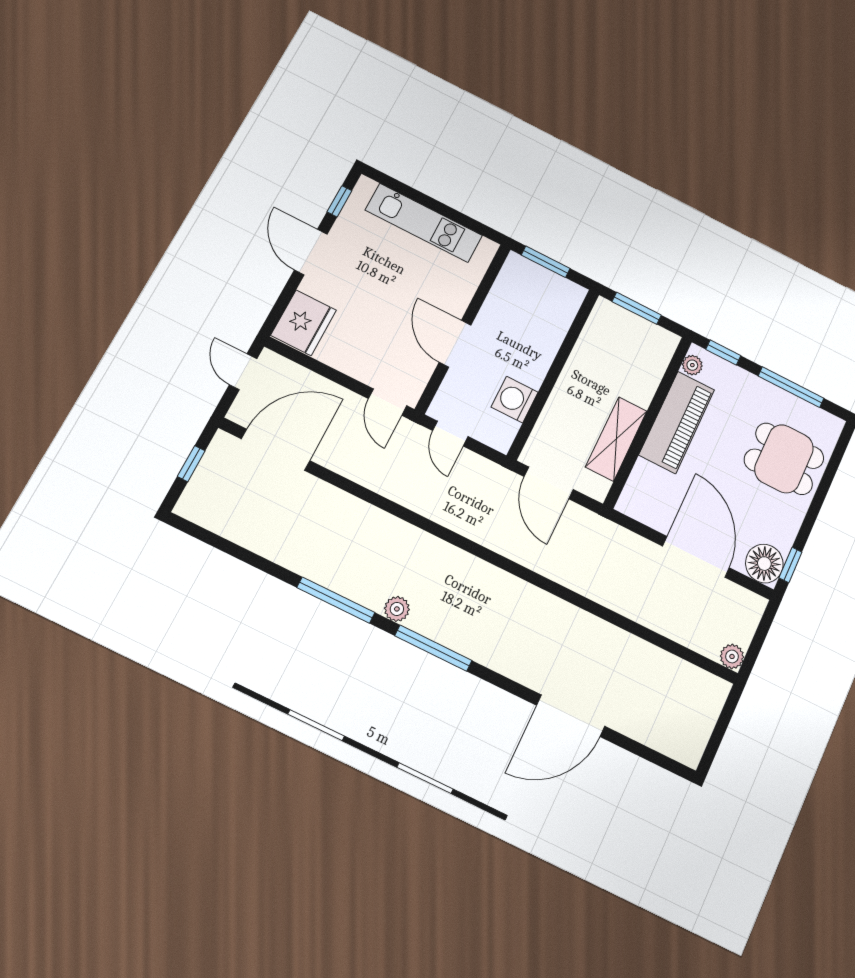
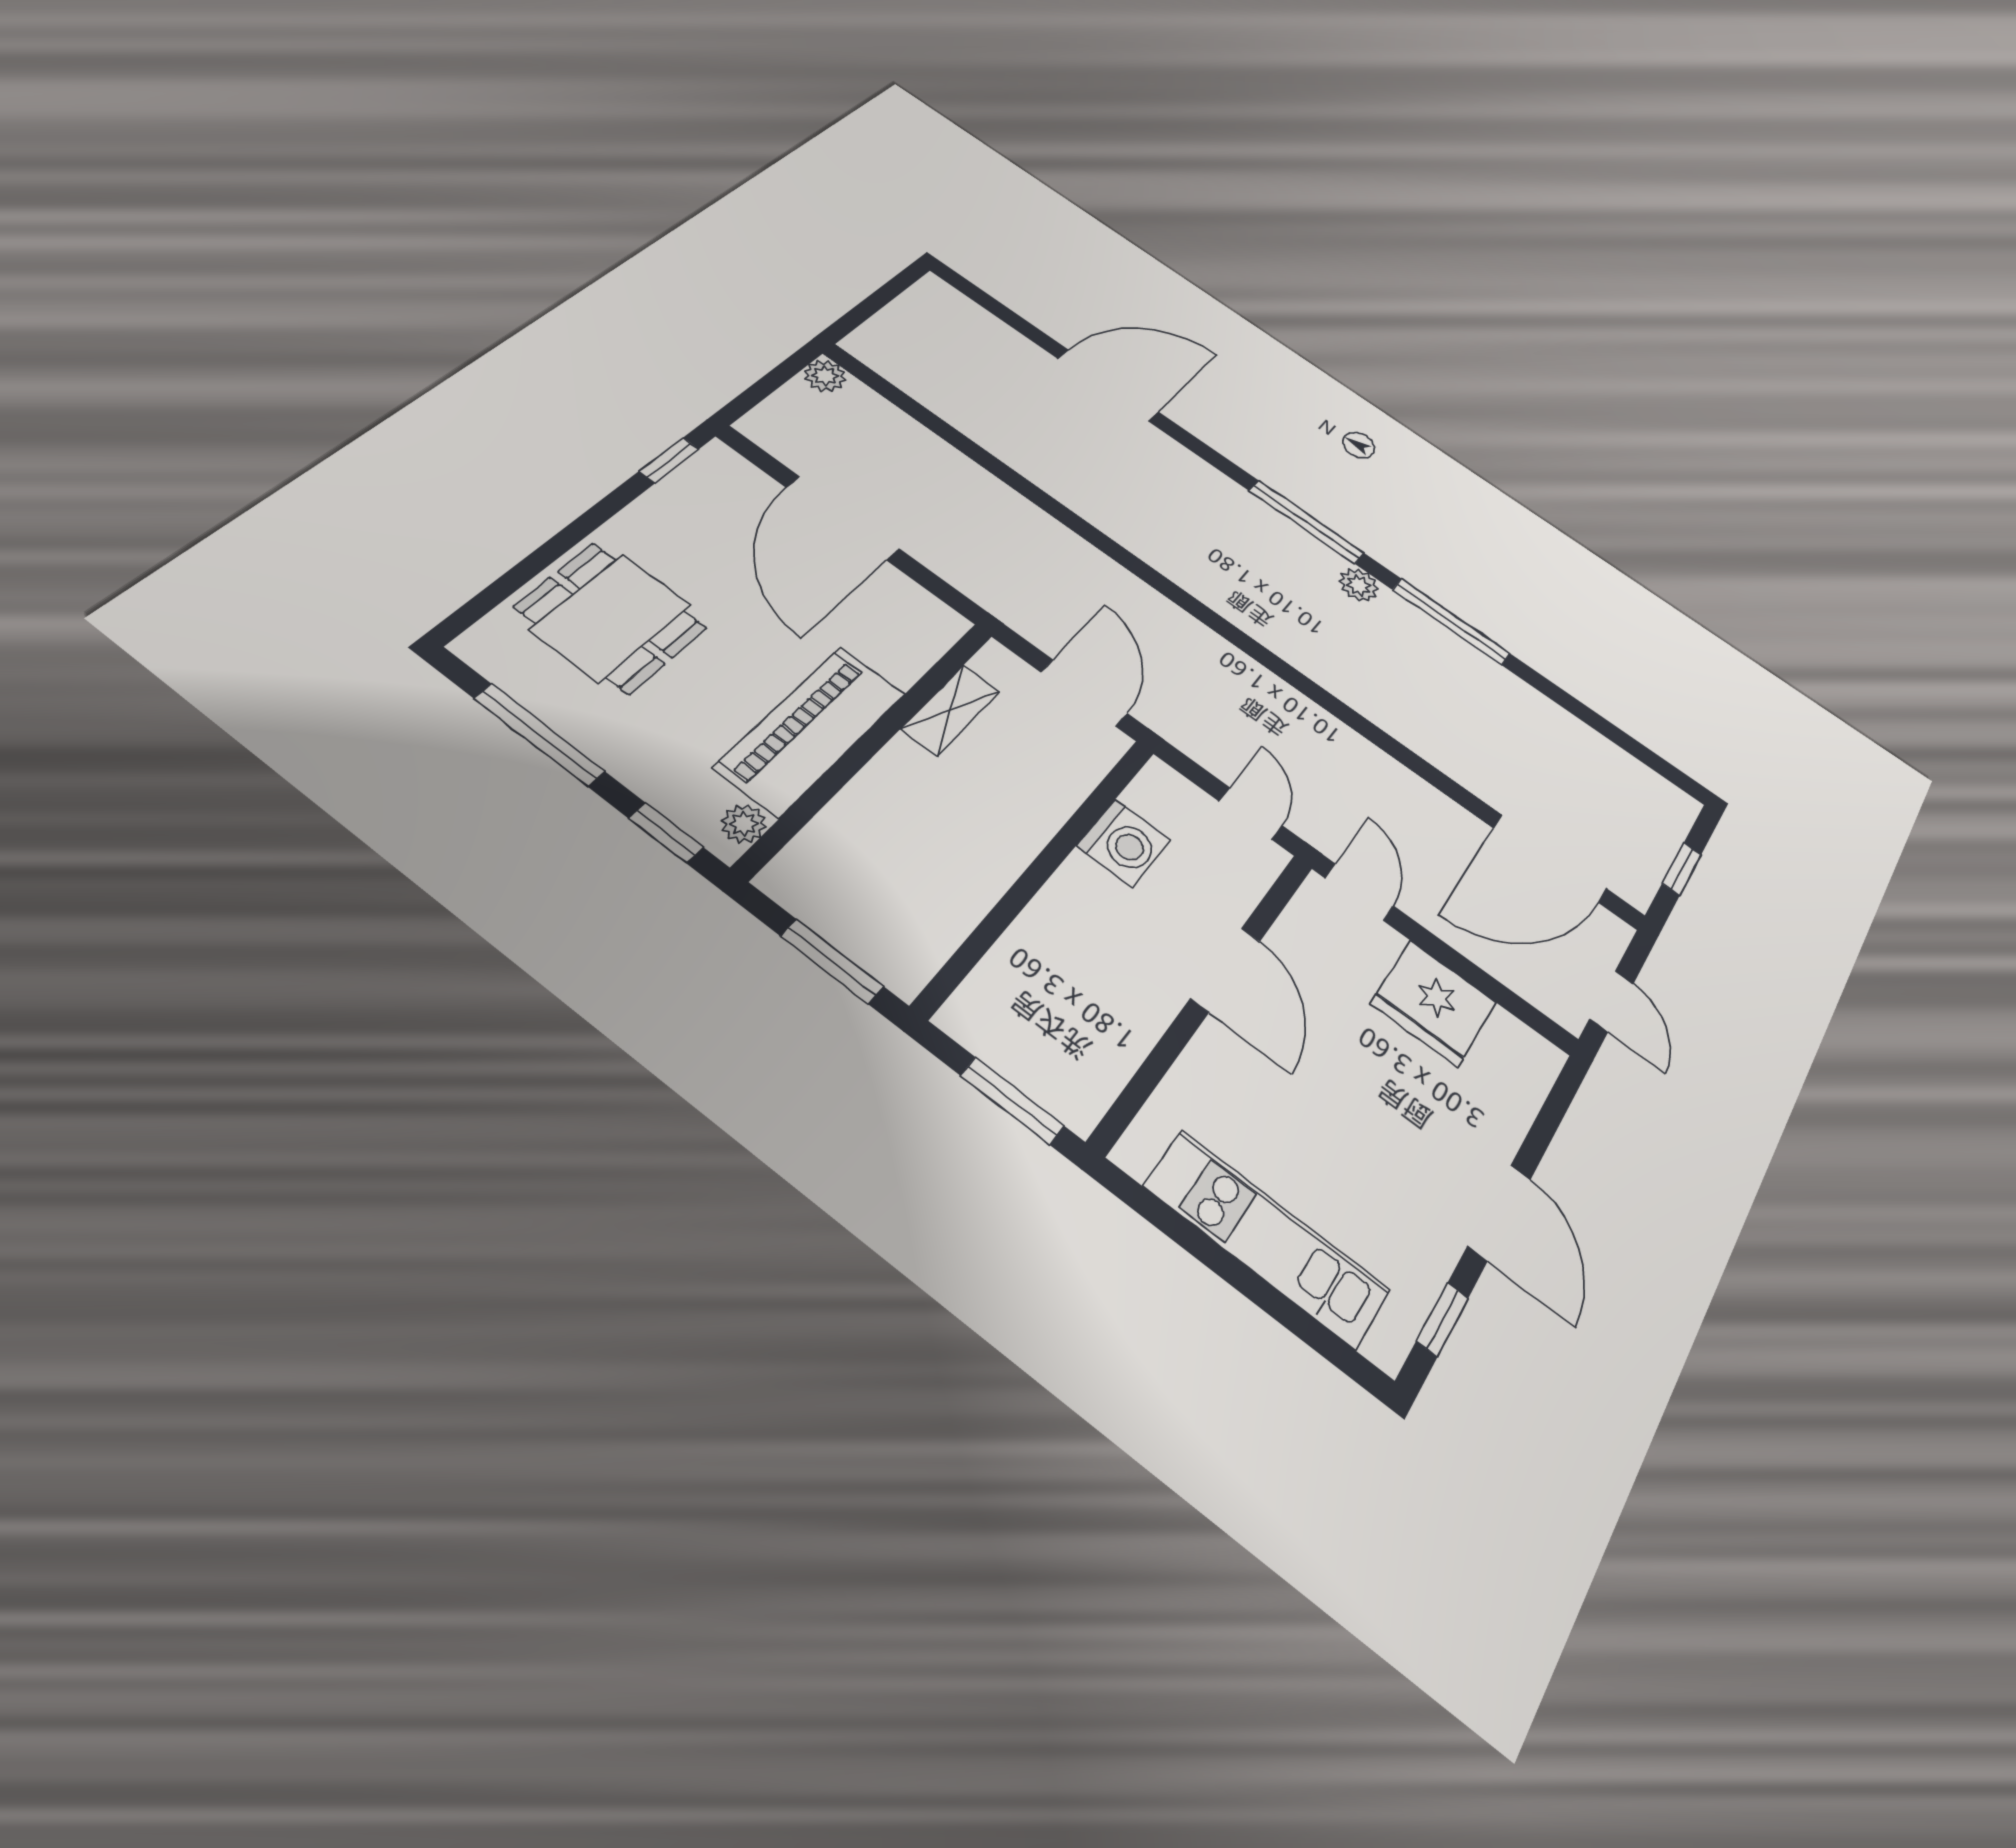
fridge: (304, 323) -> (1434, 1003), moved, turned -90
shelving: (616, 439) -> (950, 710), width x0.67, depth x0.75
floor lamp: (764, 564) -> (718, 475), removed

